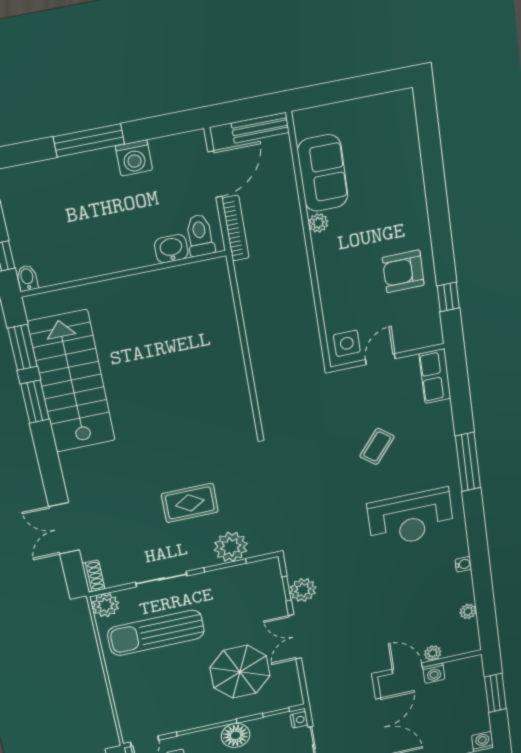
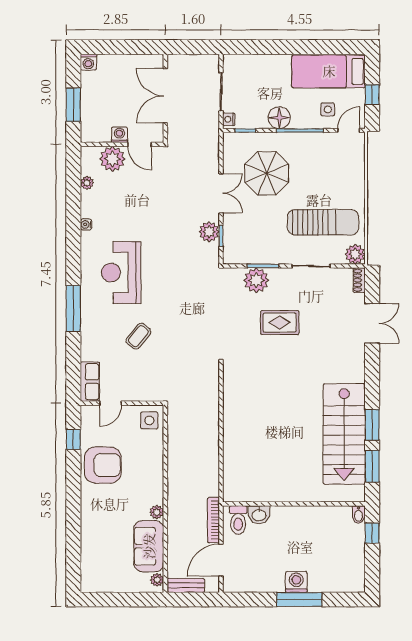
plant: (303, 127) -> (157, 580), added
washing machine: (134, 158) -> (296, 582), moved
armchair: (403, 271) -> (103, 465), width x1.36, depth x1.36
door: (380, 359) -> (111, 403), moved
reception desk: (411, 518) -> (121, 273), turned -90
plant: (433, 653) -> (112, 159), width x1.88, depth x1.88

